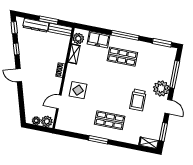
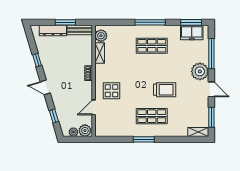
window: (14, 28) -> (54, 116), moved
freezer: (98, 39) -> (192, 33), moved
trolley: (138, 100) -> (165, 90), moved, turned -90

